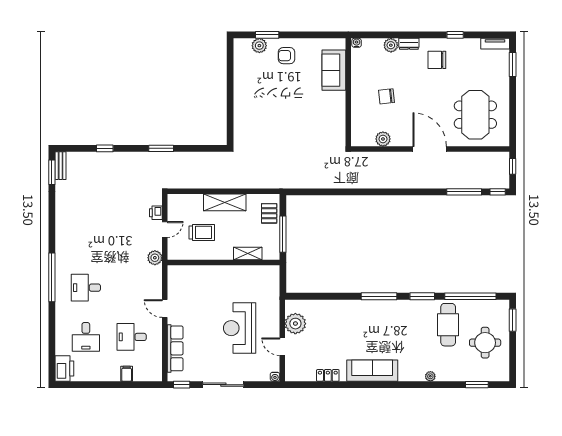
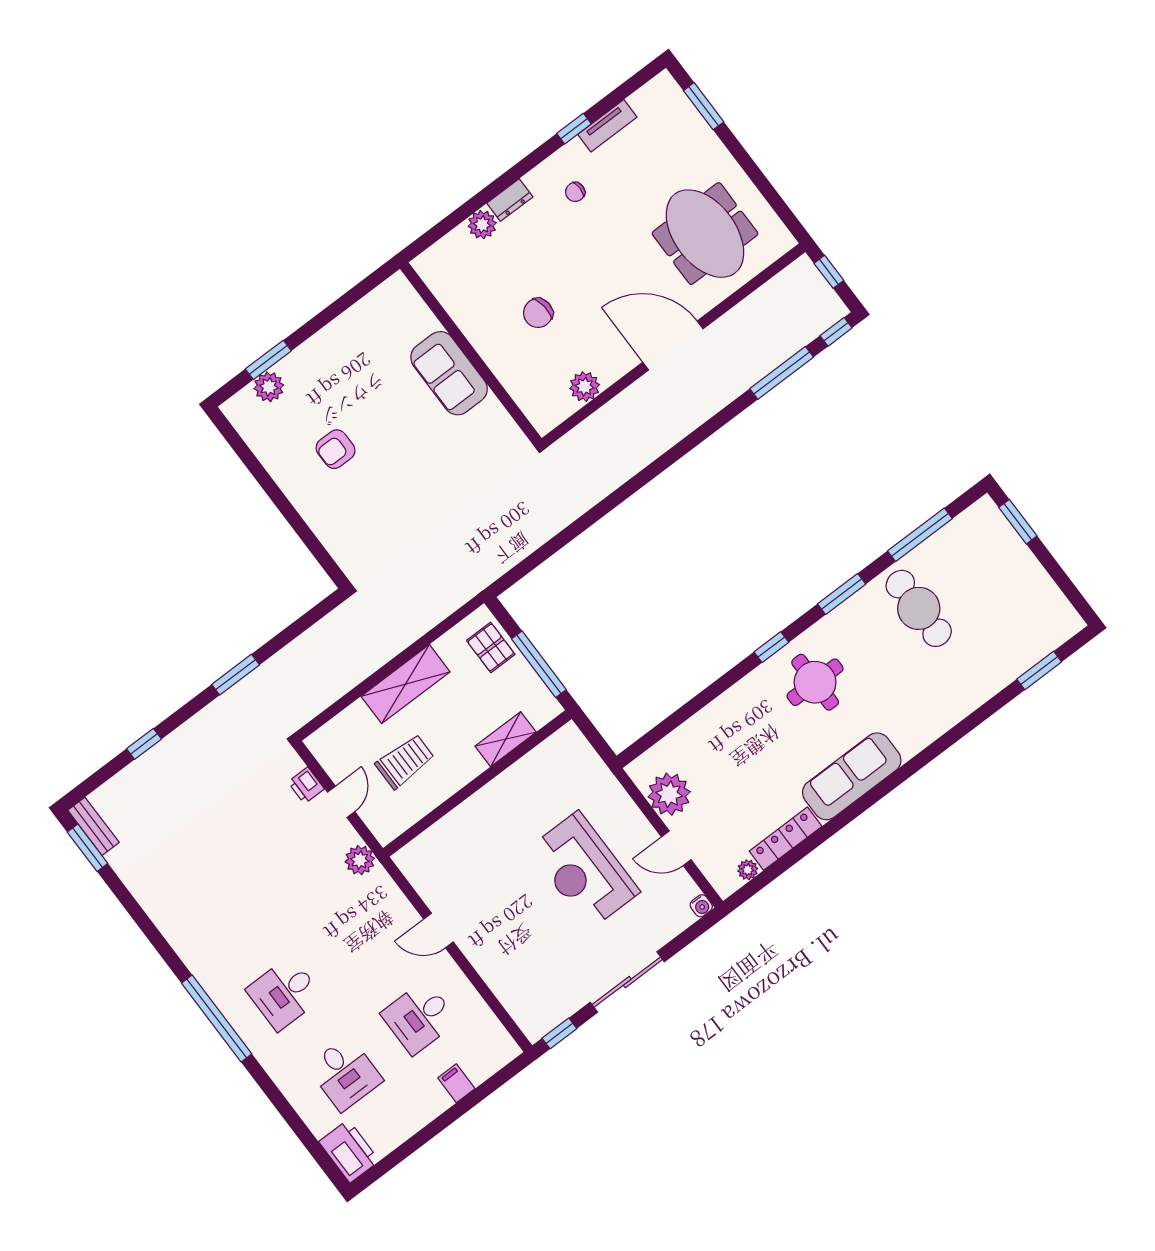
water cooler: (357, 43) -> (423, 263), removed
tv unit: (495, 44) -> (607, 126), moved
armchair: (287, 56) -> (336, 449), moved
chair: (437, 60) -> (575, 192), width x0.54, depth x0.54
sofa: (334, 70) -> (449, 373), moved
window: (379, 296) -> (771, 647), width x0.46
window: (470, 296) -> (920, 535), width x0.68
round table: (485, 343) -> (815, 682), moved
row of seats: (175, 348) -> (504, 982), removed
locker: (328, 375) -> (786, 839), width x1.53
plant: (430, 376) -> (748, 870), moved

